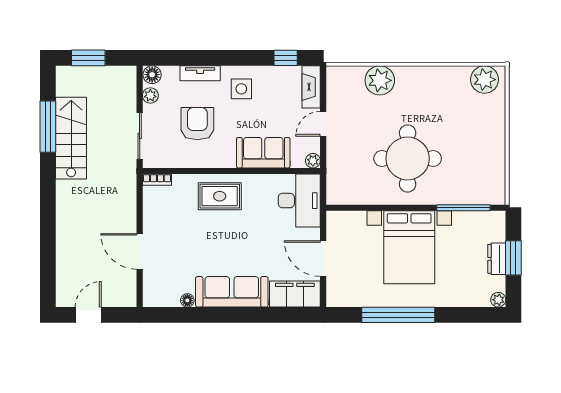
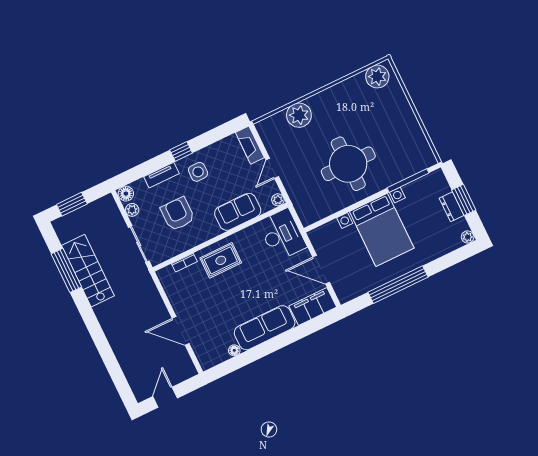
window: (286, 58) -> (181, 151), moved
bookcase: (157, 180) -> (184, 263), moved

